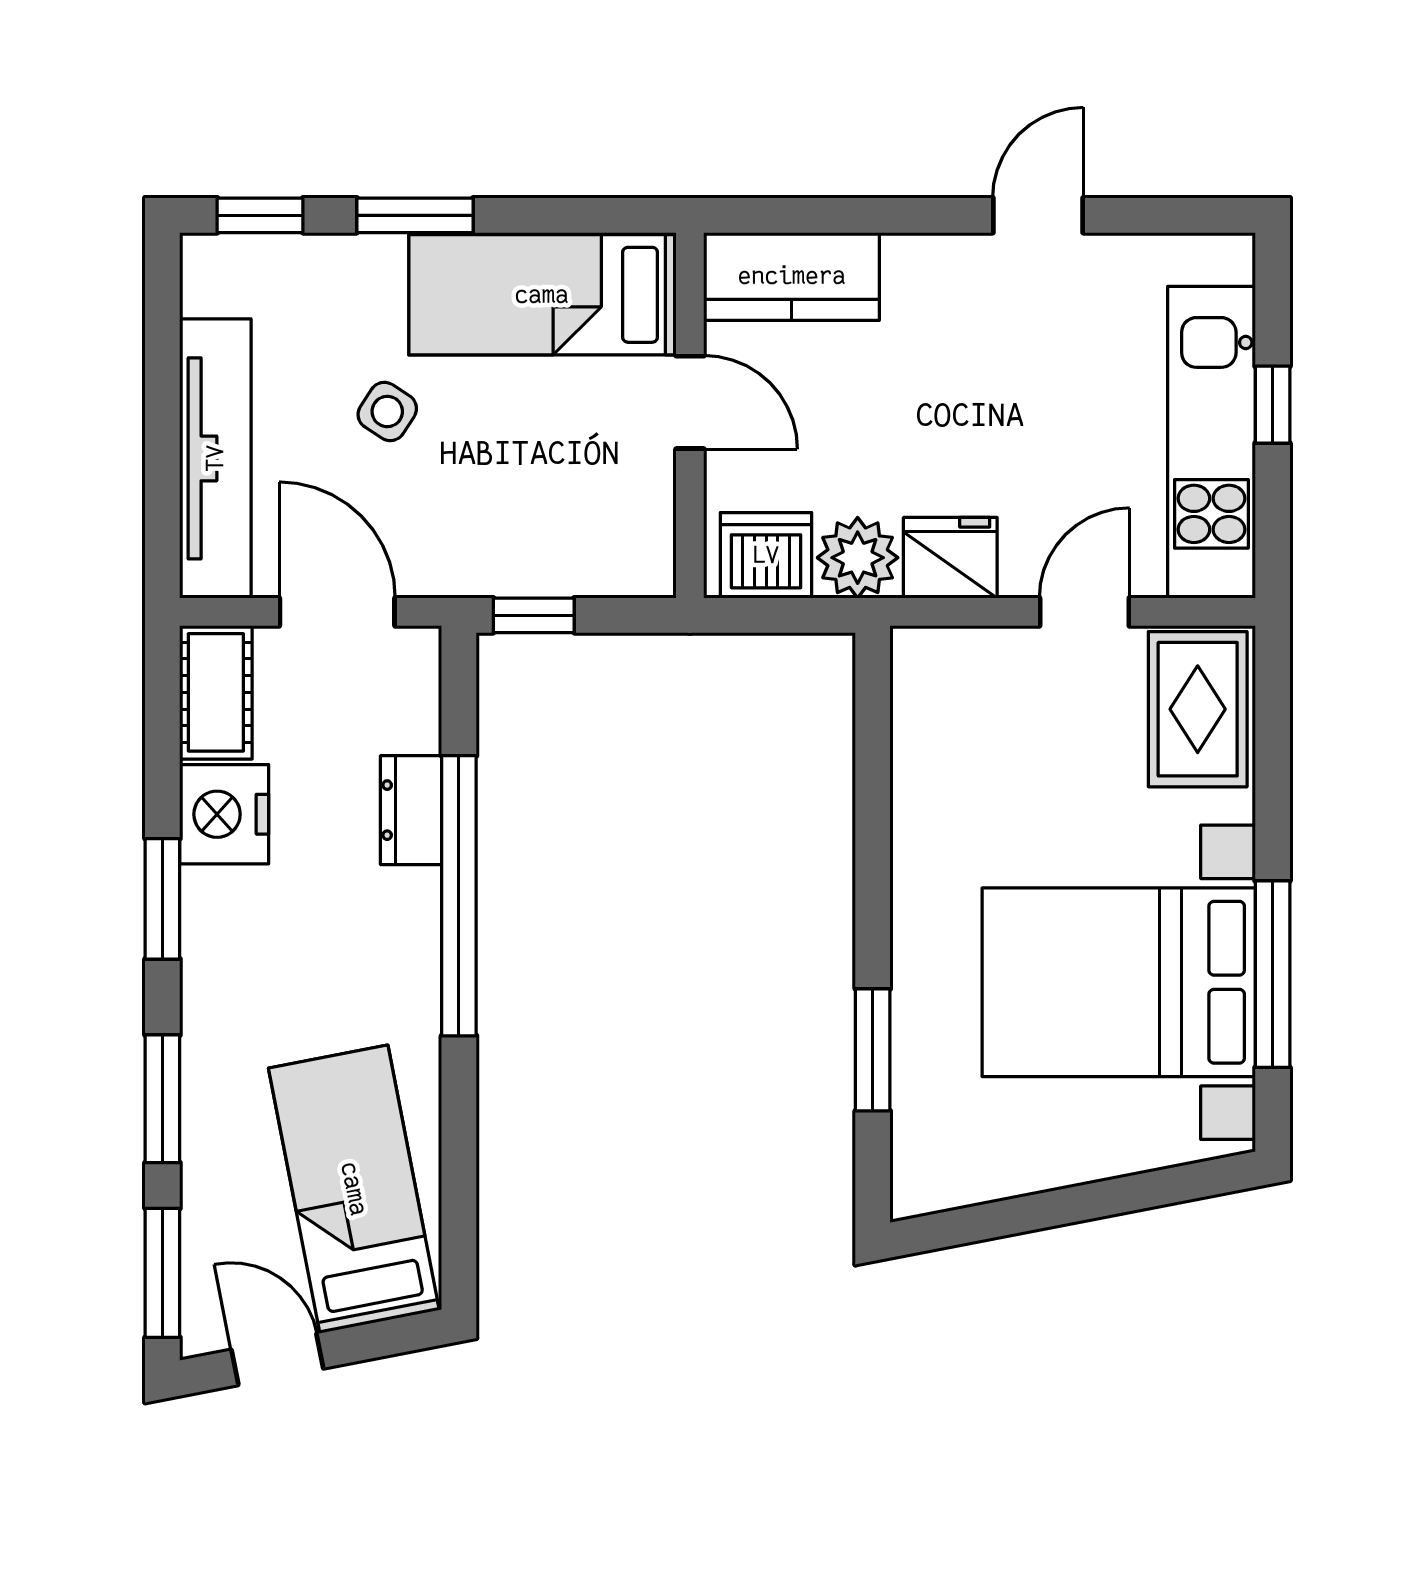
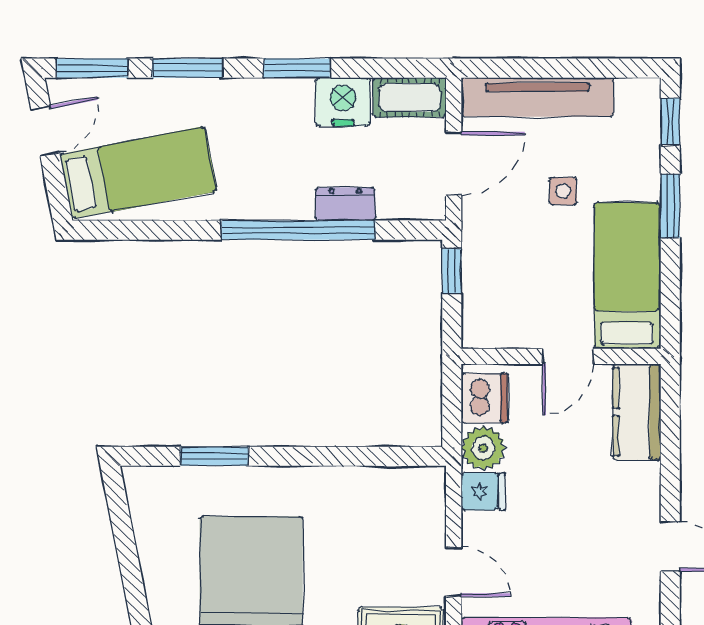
side table: (387, 411) -> (563, 191), turned -33
fridge: (950, 558) -> (483, 492), width x0.72

